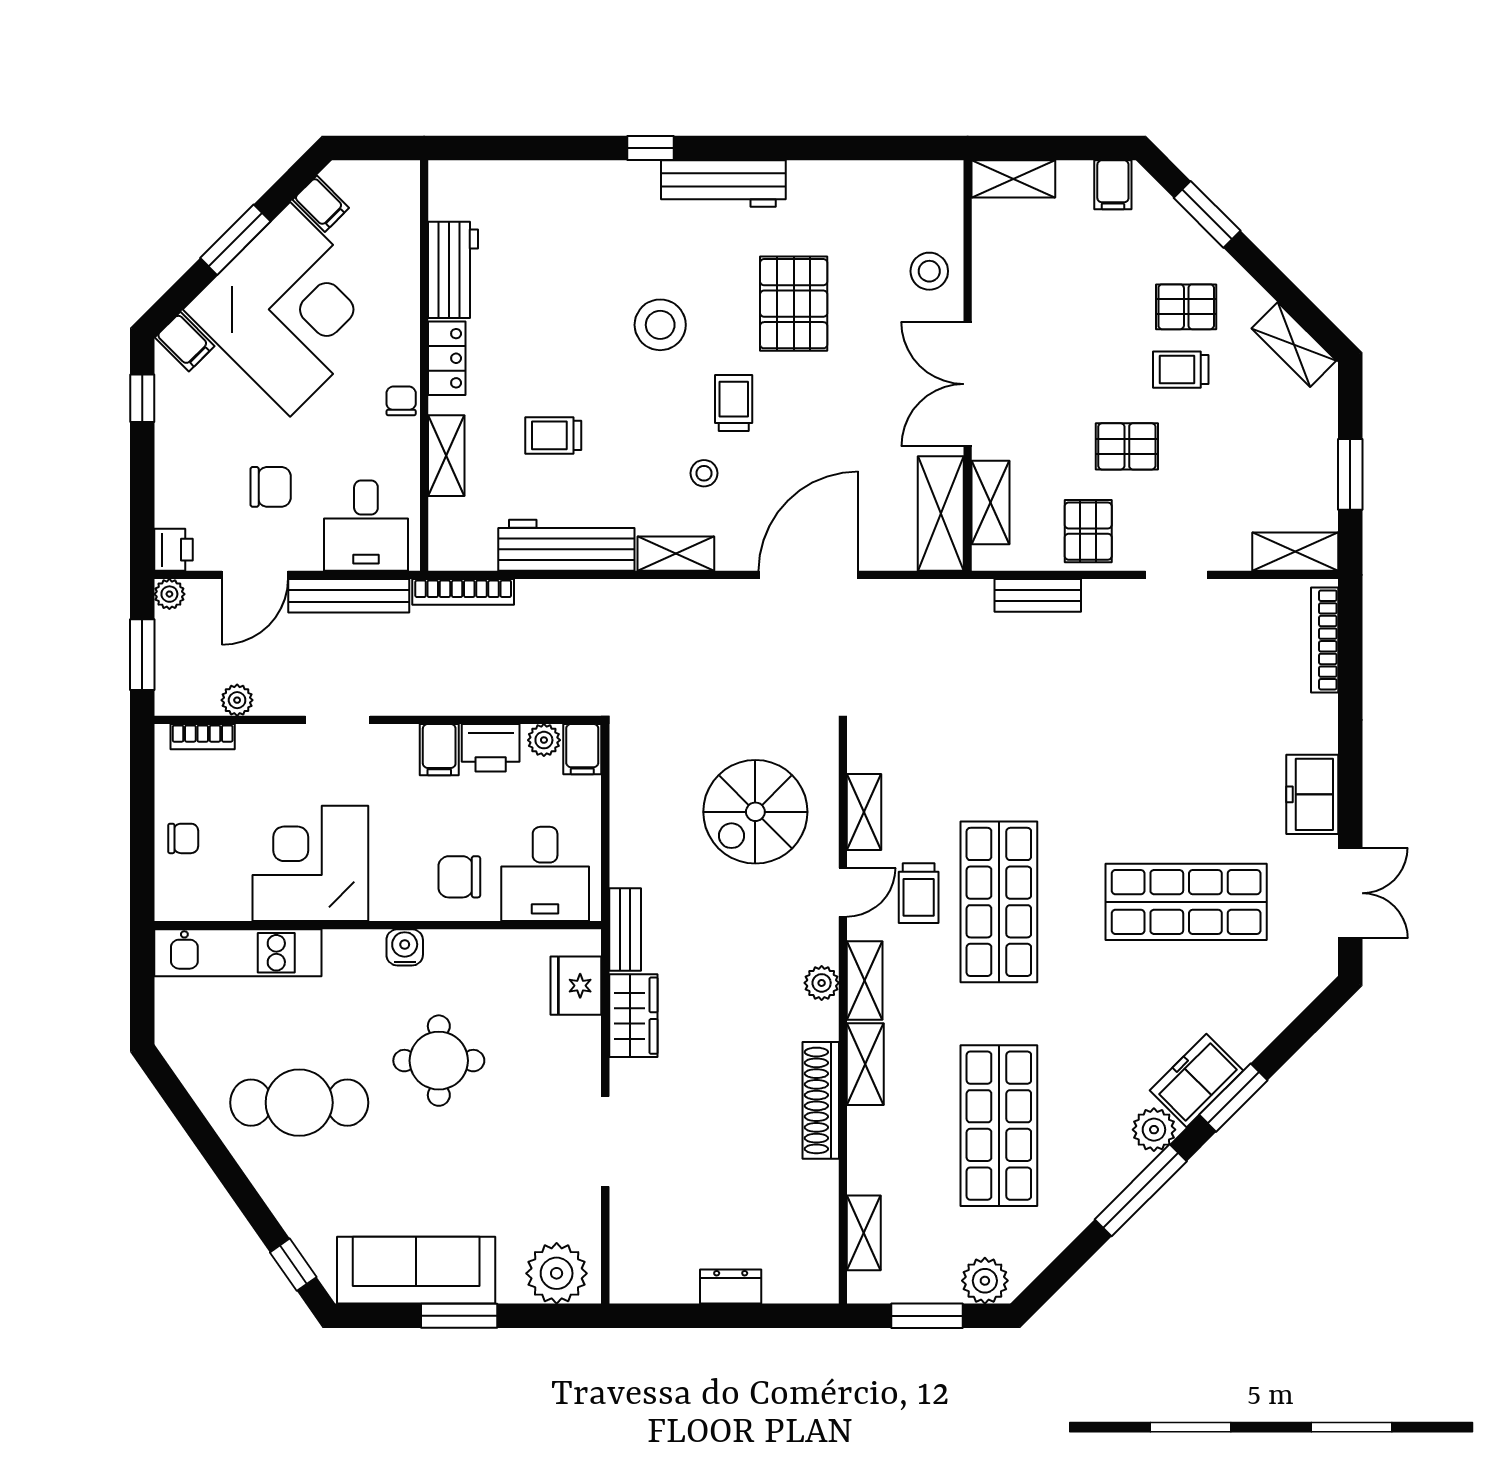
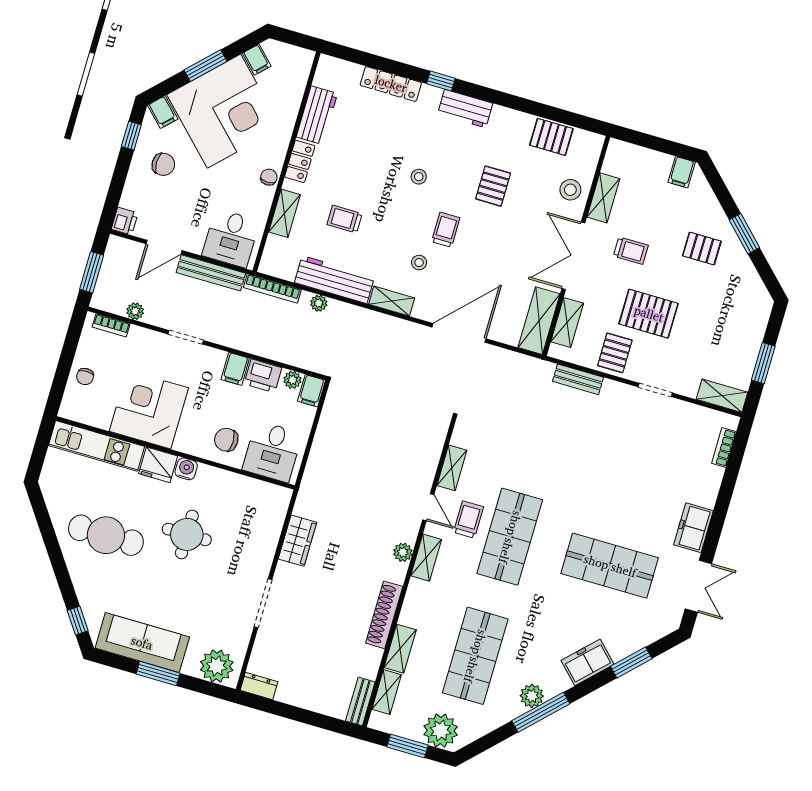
locker: (565, 178) -> (391, 84), added
shelving: (1013, 179) -> (603, 198), moved, turned 90
workbench: (723, 184) -> (465, 109), width x0.73
pallet: (870, 189) -> (551, 137), added
window: (1207, 214) -> (744, 234), moved
pallet: (794, 304) -> (493, 186), width x0.67, depth x0.71
stool: (660, 325) -> (419, 177), width x0.53, depth x0.53
shelving: (1294, 345) -> (753, 285), removed
trolley: (1181, 370) -> (631, 251), moved, turned 180
pallet: (1127, 446) -> (649, 314), width x1.50, depth x1.42
chair: (271, 487) -> (163, 164), moved
plant: (169, 594) -> (319, 303), moved
bookcase: (1325, 640) -> (724, 447), width x0.64
spiral stairs: (755, 812) -> (394, 451), removed
chair: (183, 838) -> (85, 377), turned 90
door: (843, 892) -> (428, 507), hinge flipped
trolley: (919, 893) -> (468, 519), turned 180
bench: (625, 930) -> (360, 701), moved
fridge: (576, 986) -> (158, 465), moved, turned -90
shelving: (865, 1064) -> (400, 649), moved
window: (1233, 1098) -> (631, 662), moved
plant: (1154, 1130) -> (532, 696), moved
plant: (985, 1281) -> (441, 731), width x1.36, depth x1.36
dresser: (731, 1287) -> (259, 686), moved

